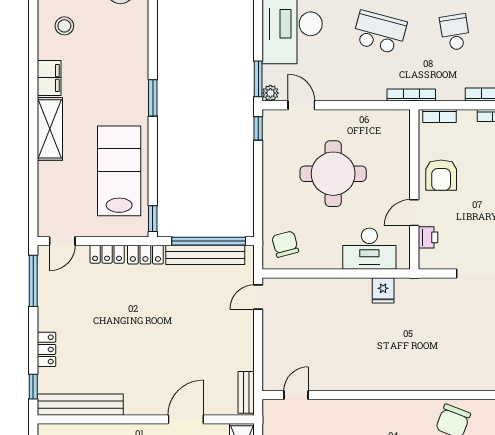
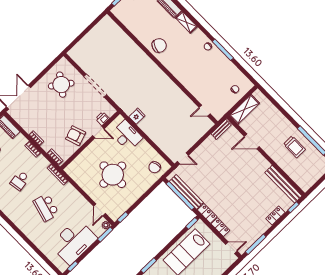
armchair: (441, 175) -> (76, 136), turned -109

